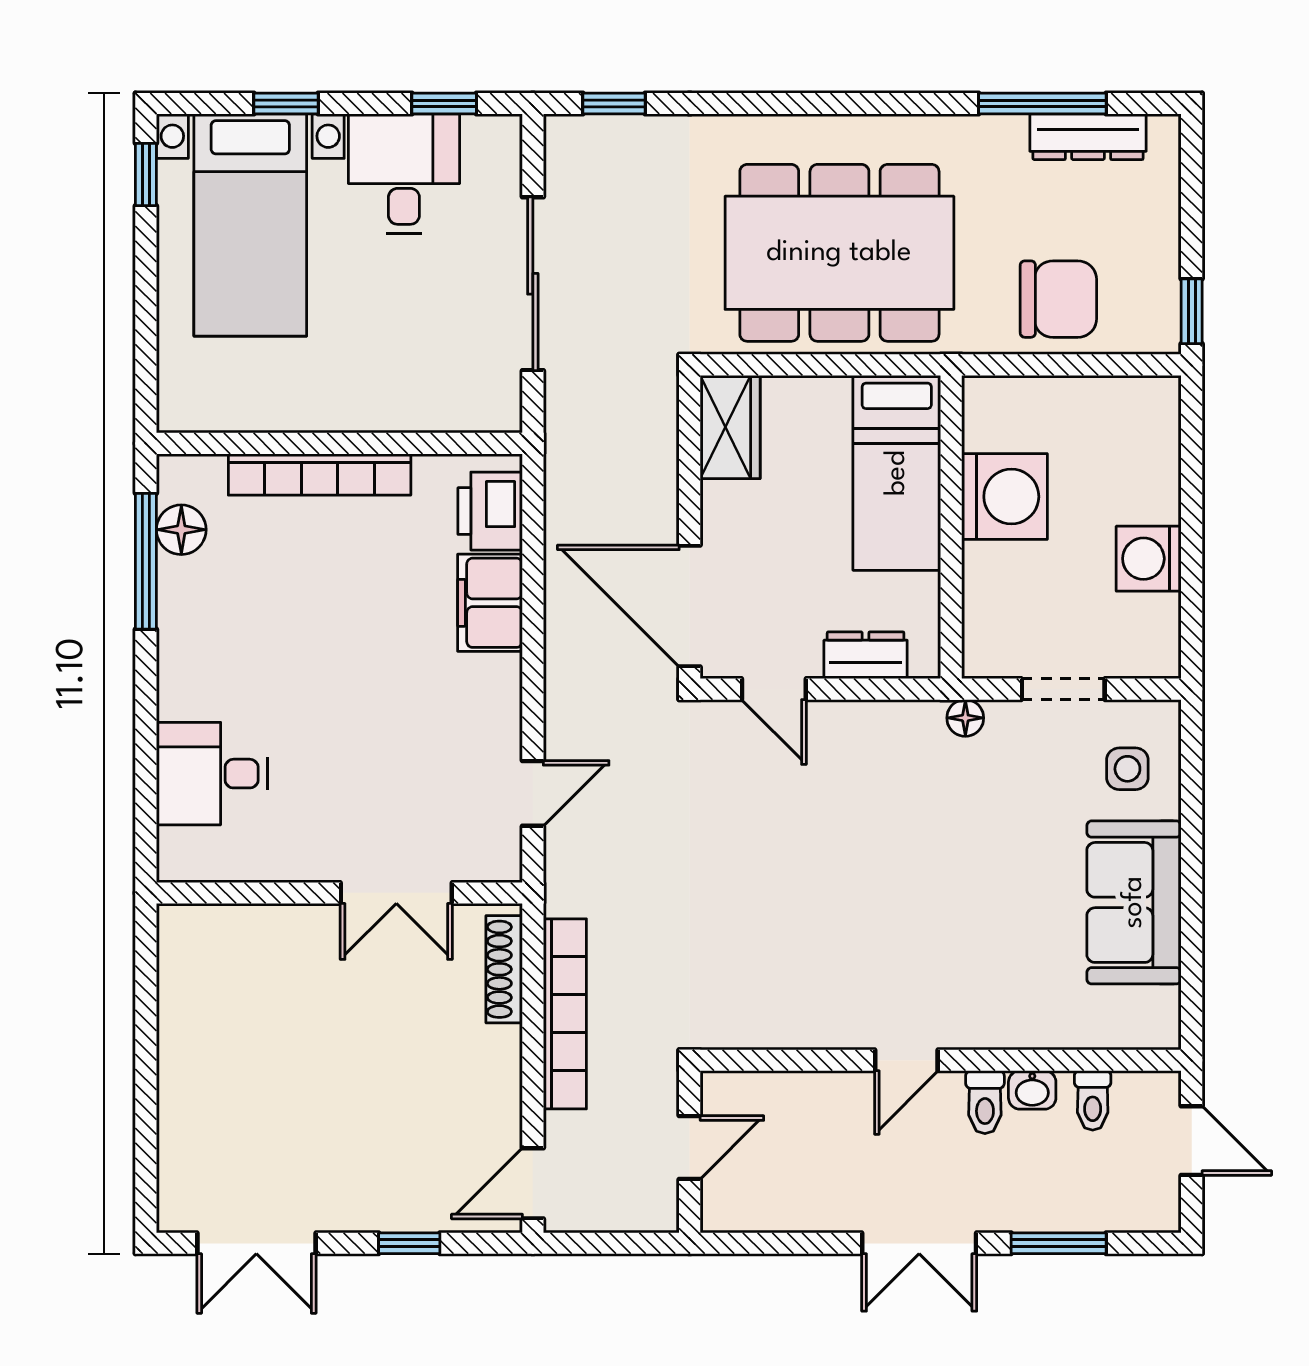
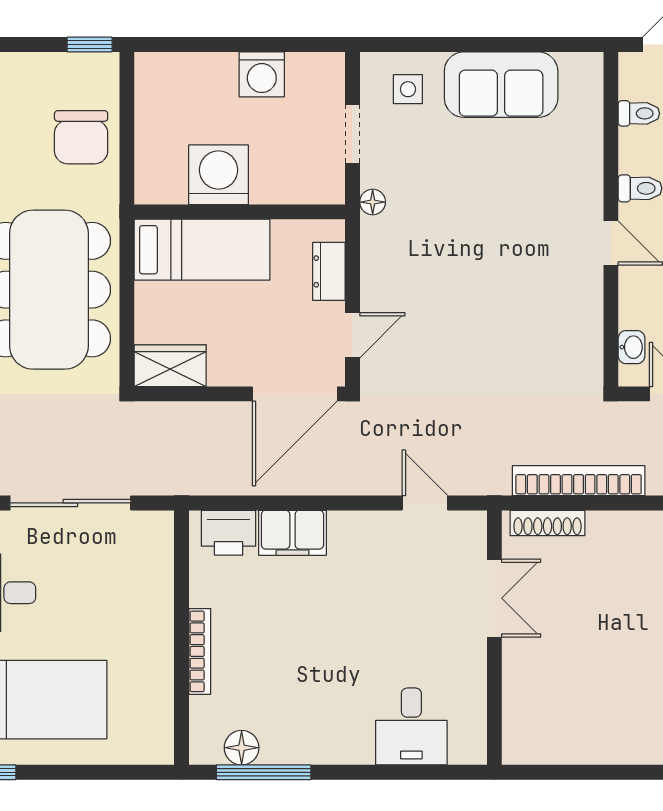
chair: (1058, 299) -> (81, 137), turned 180
bookcase: (320, 475) -> (200, 651), width x0.68, depth x0.76
washbasin: (1032, 1090) -> (632, 347), moved

